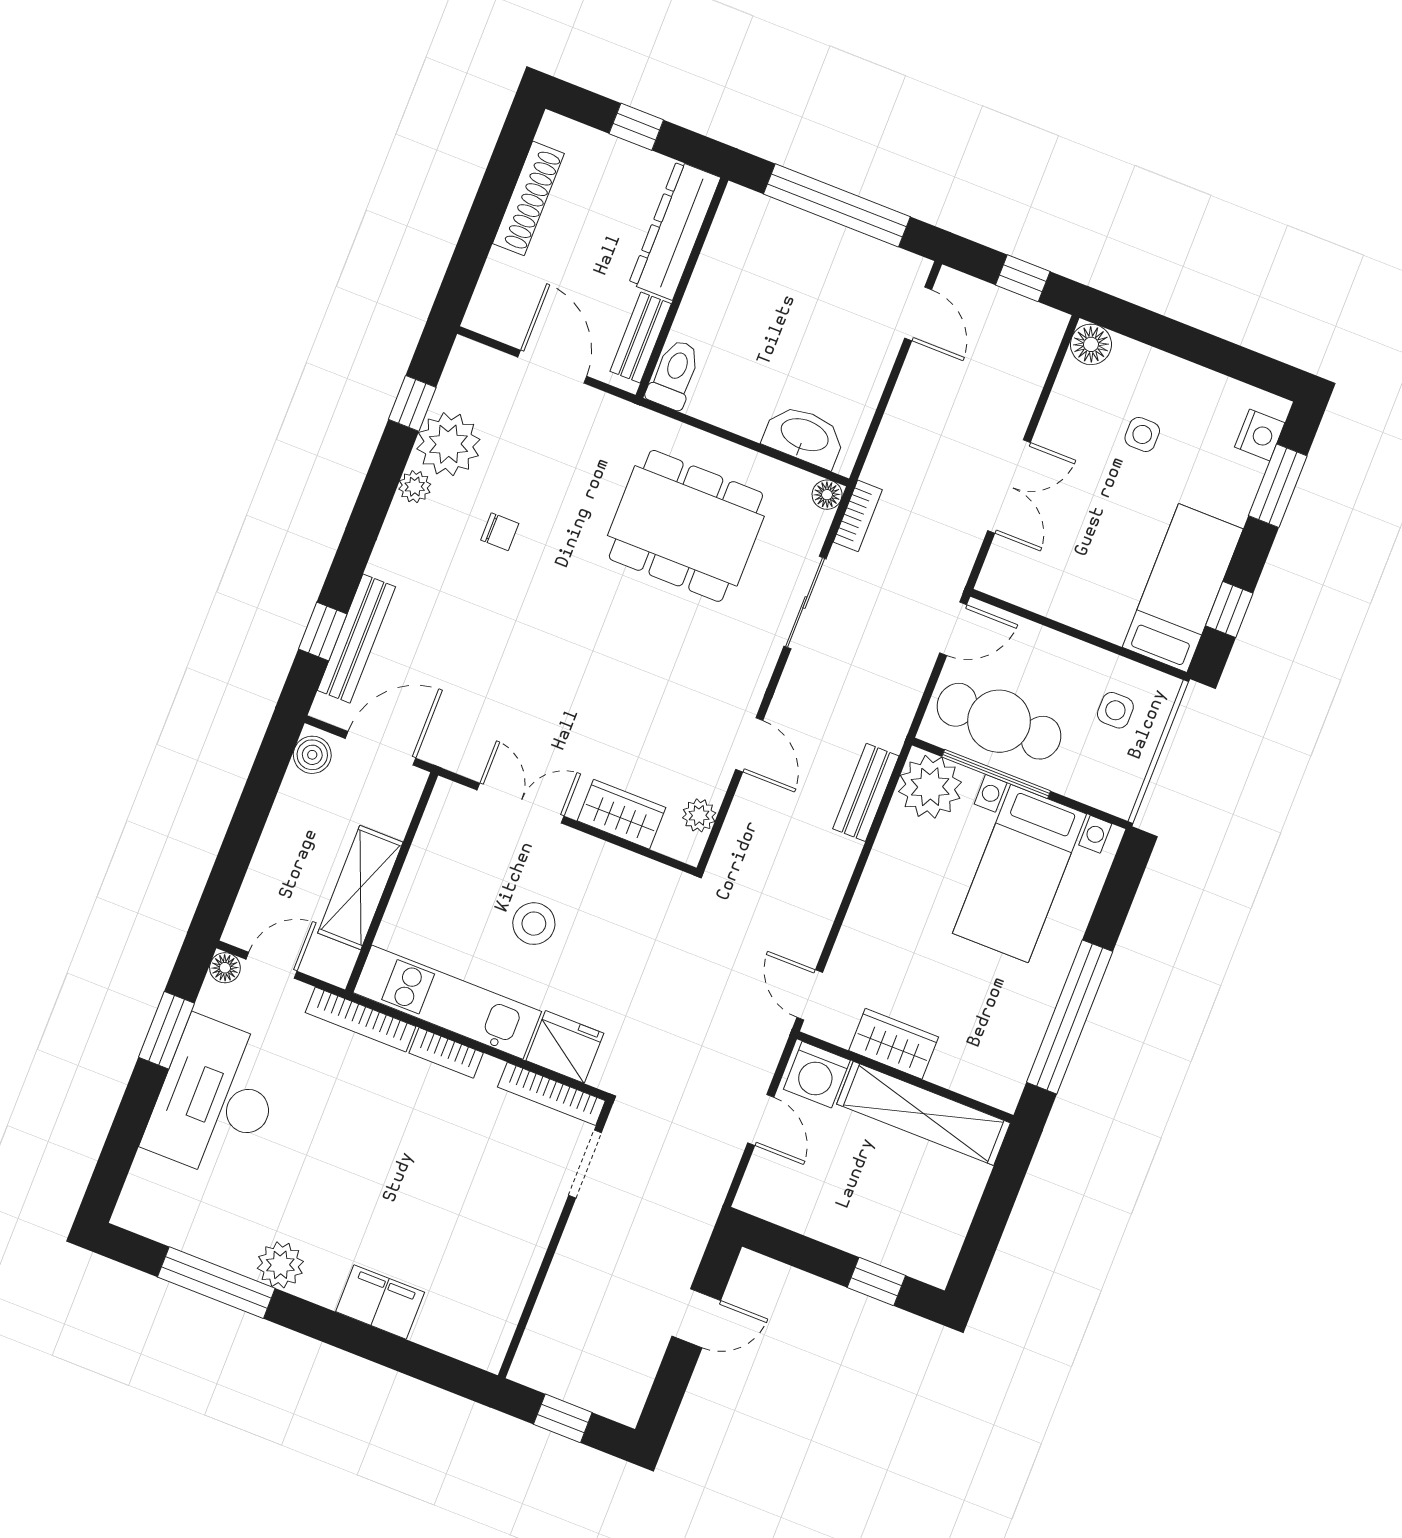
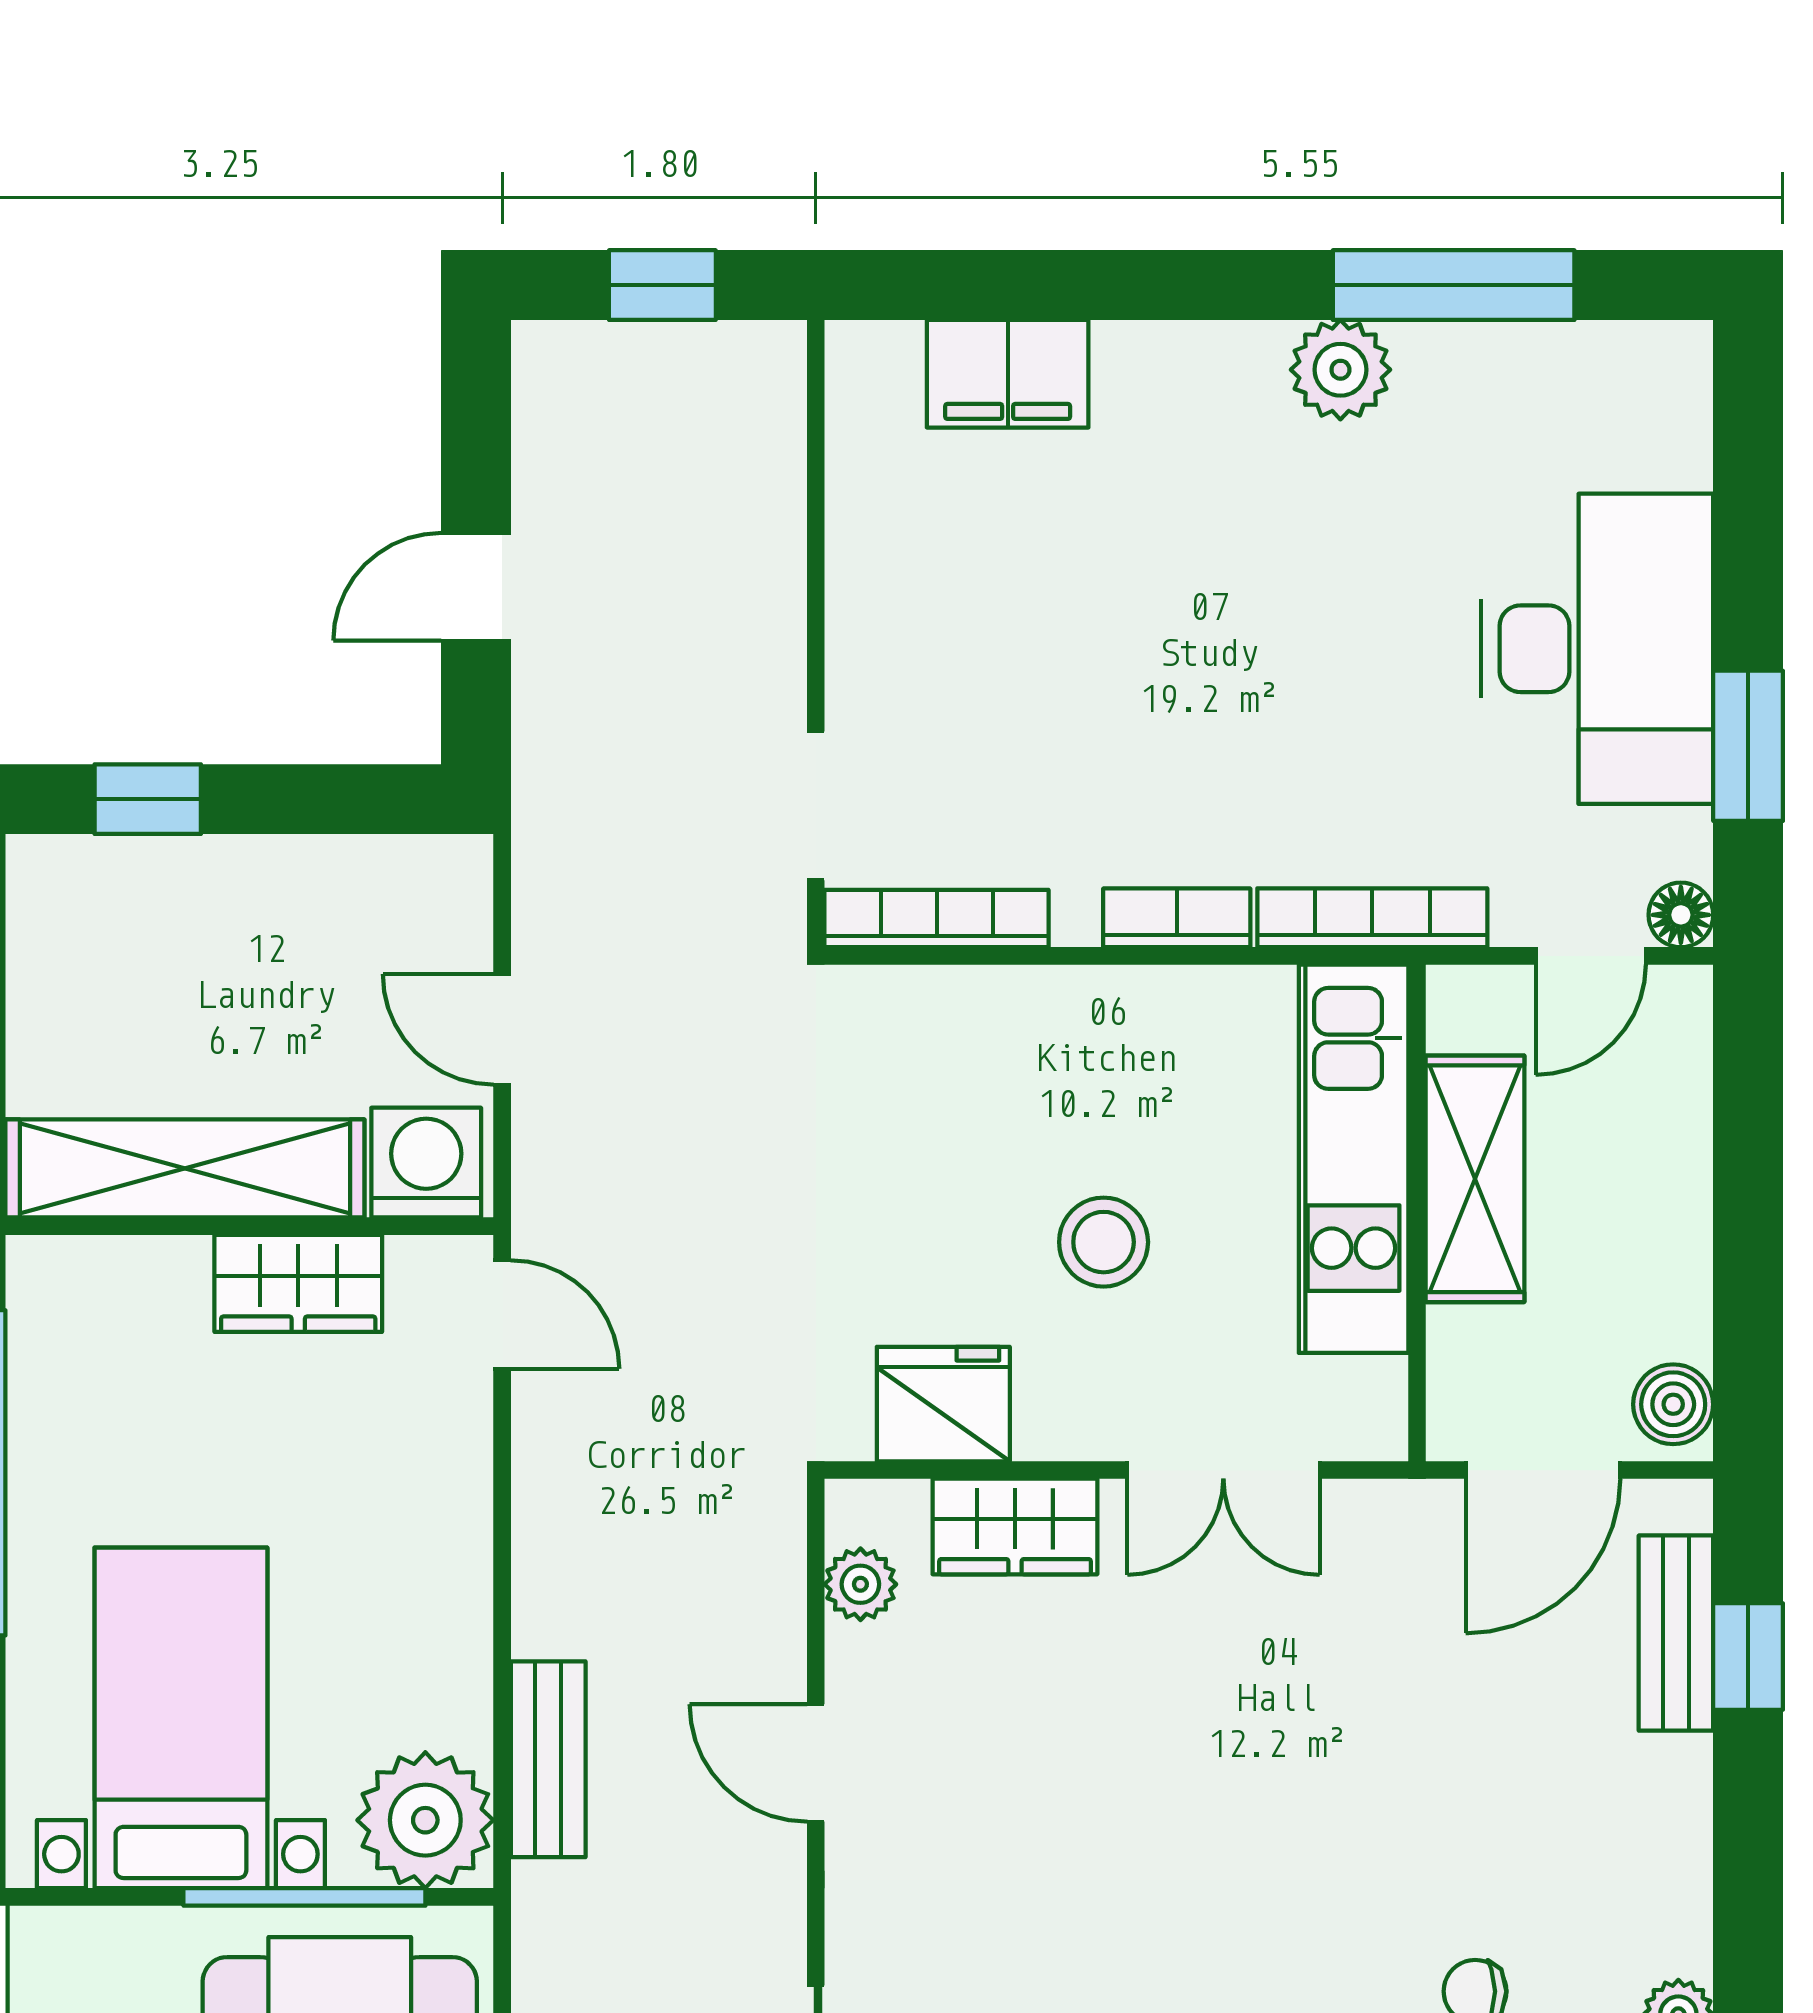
bench: (356, 639) -> (1676, 1633), width x0.73
kitchen unit: (447, 1002) -> (1354, 1159), moved, turned 90
fridge: (565, 1047) -> (943, 1404), moved, turned 180
filing cabinet: (380, 1302) -> (1008, 374), moved

